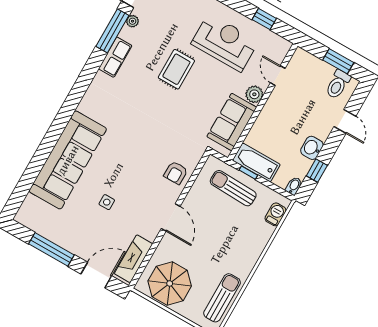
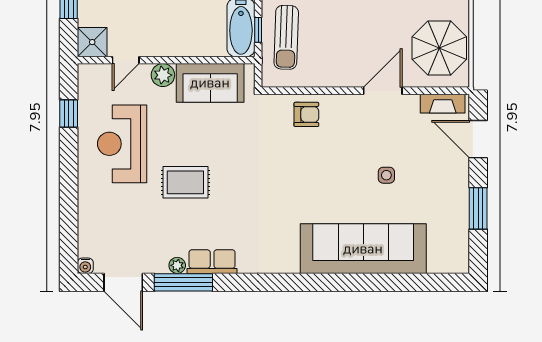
plant: (133, 21) -> (177, 265), moved
shower: (302, 61) -> (92, 42), added
door: (171, 217) -> (383, 91), moved
window: (51, 249) -> (478, 208), width x0.69
fireplace: (133, 259) -> (443, 104), width x0.73, depth x0.76

